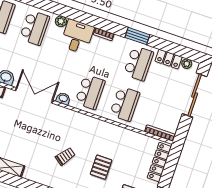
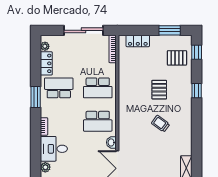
school desk: (90, 92) -> (98, 121), turned 180
sliding door: (195, 95) -> (84, 30), moved
school desk: (125, 104) -> (98, 88), turned 180
locker: (159, 162) -> (138, 41), width x0.66
pallet: (101, 167) -> (159, 90), turned 90

